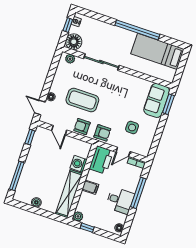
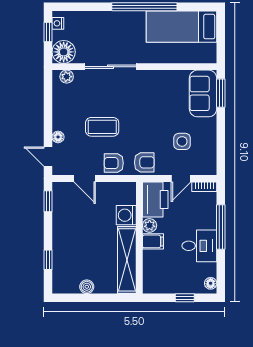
coffee table: (82, 100) -> (102, 127), width x0.73, depth x0.76
window: (17, 176) -> (48, 260), width x0.46
plant: (78, 216) -> (150, 225), moved
window: (87, 228) -> (185, 298), moved

